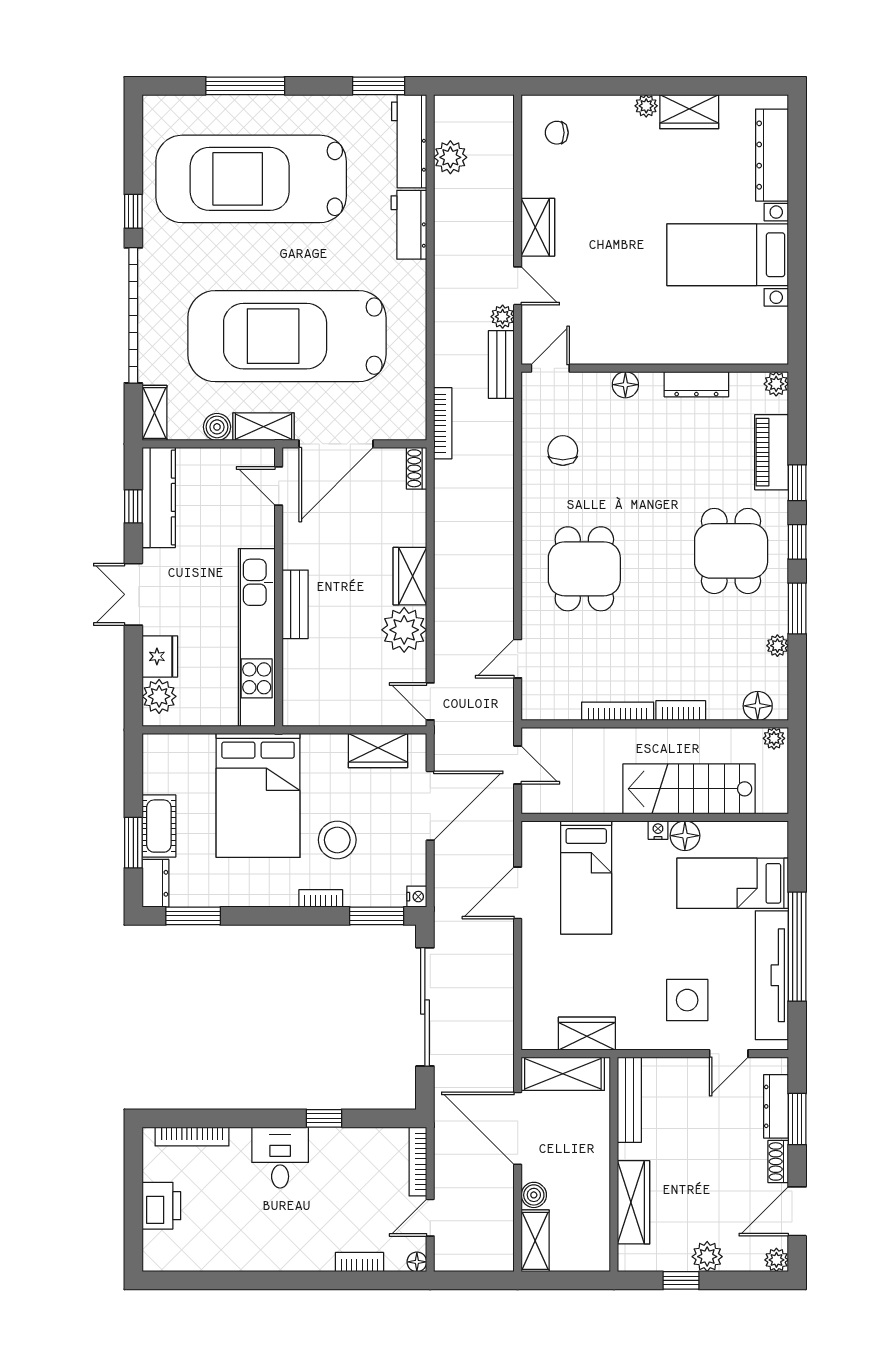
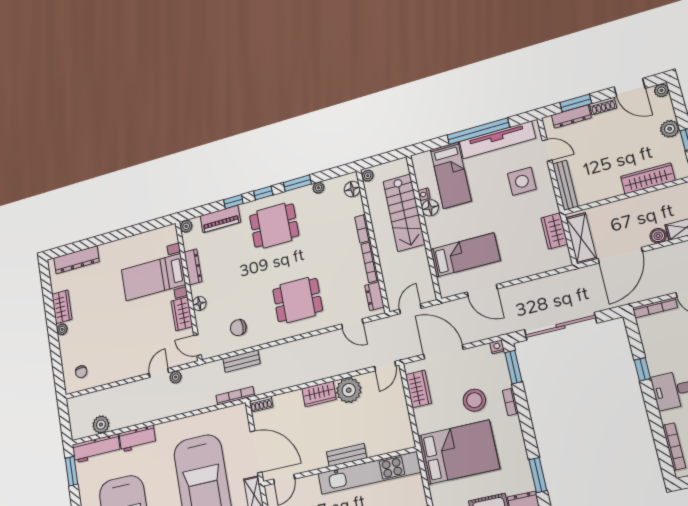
wardrobe: (538, 227) -> (182, 314), moved, turned -90
bed with nightstands: (728, 255) -> (153, 277), moved, turned 90
bench: (501, 364) -> (242, 361), moved
dresser: (556, 707) -> (374, 296), added
nightstand: (658, 830) -> (424, 194), moved
bench: (629, 1100) -> (565, 185), moved, turned 90

